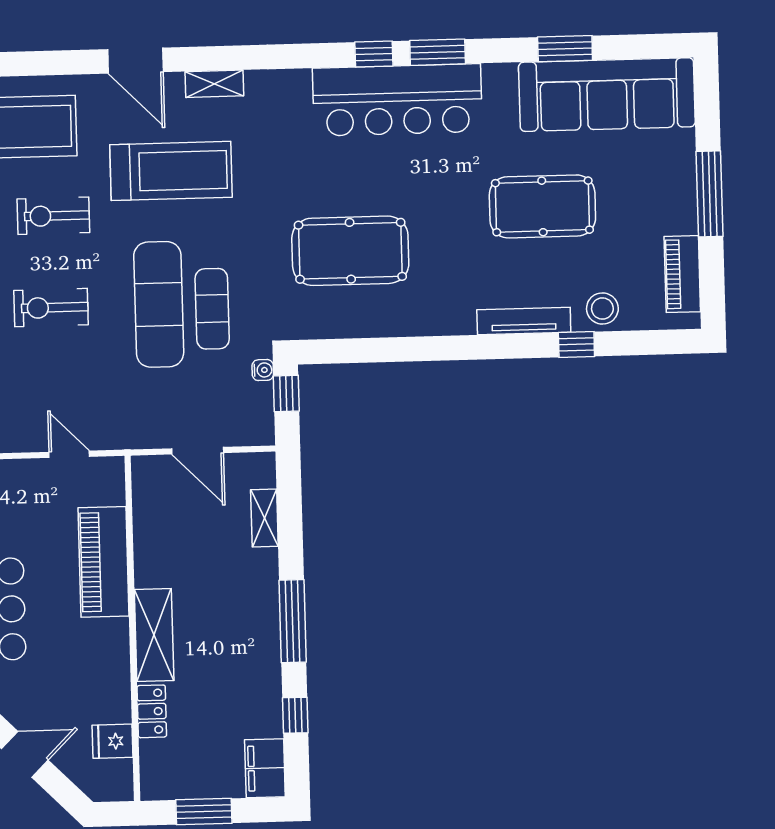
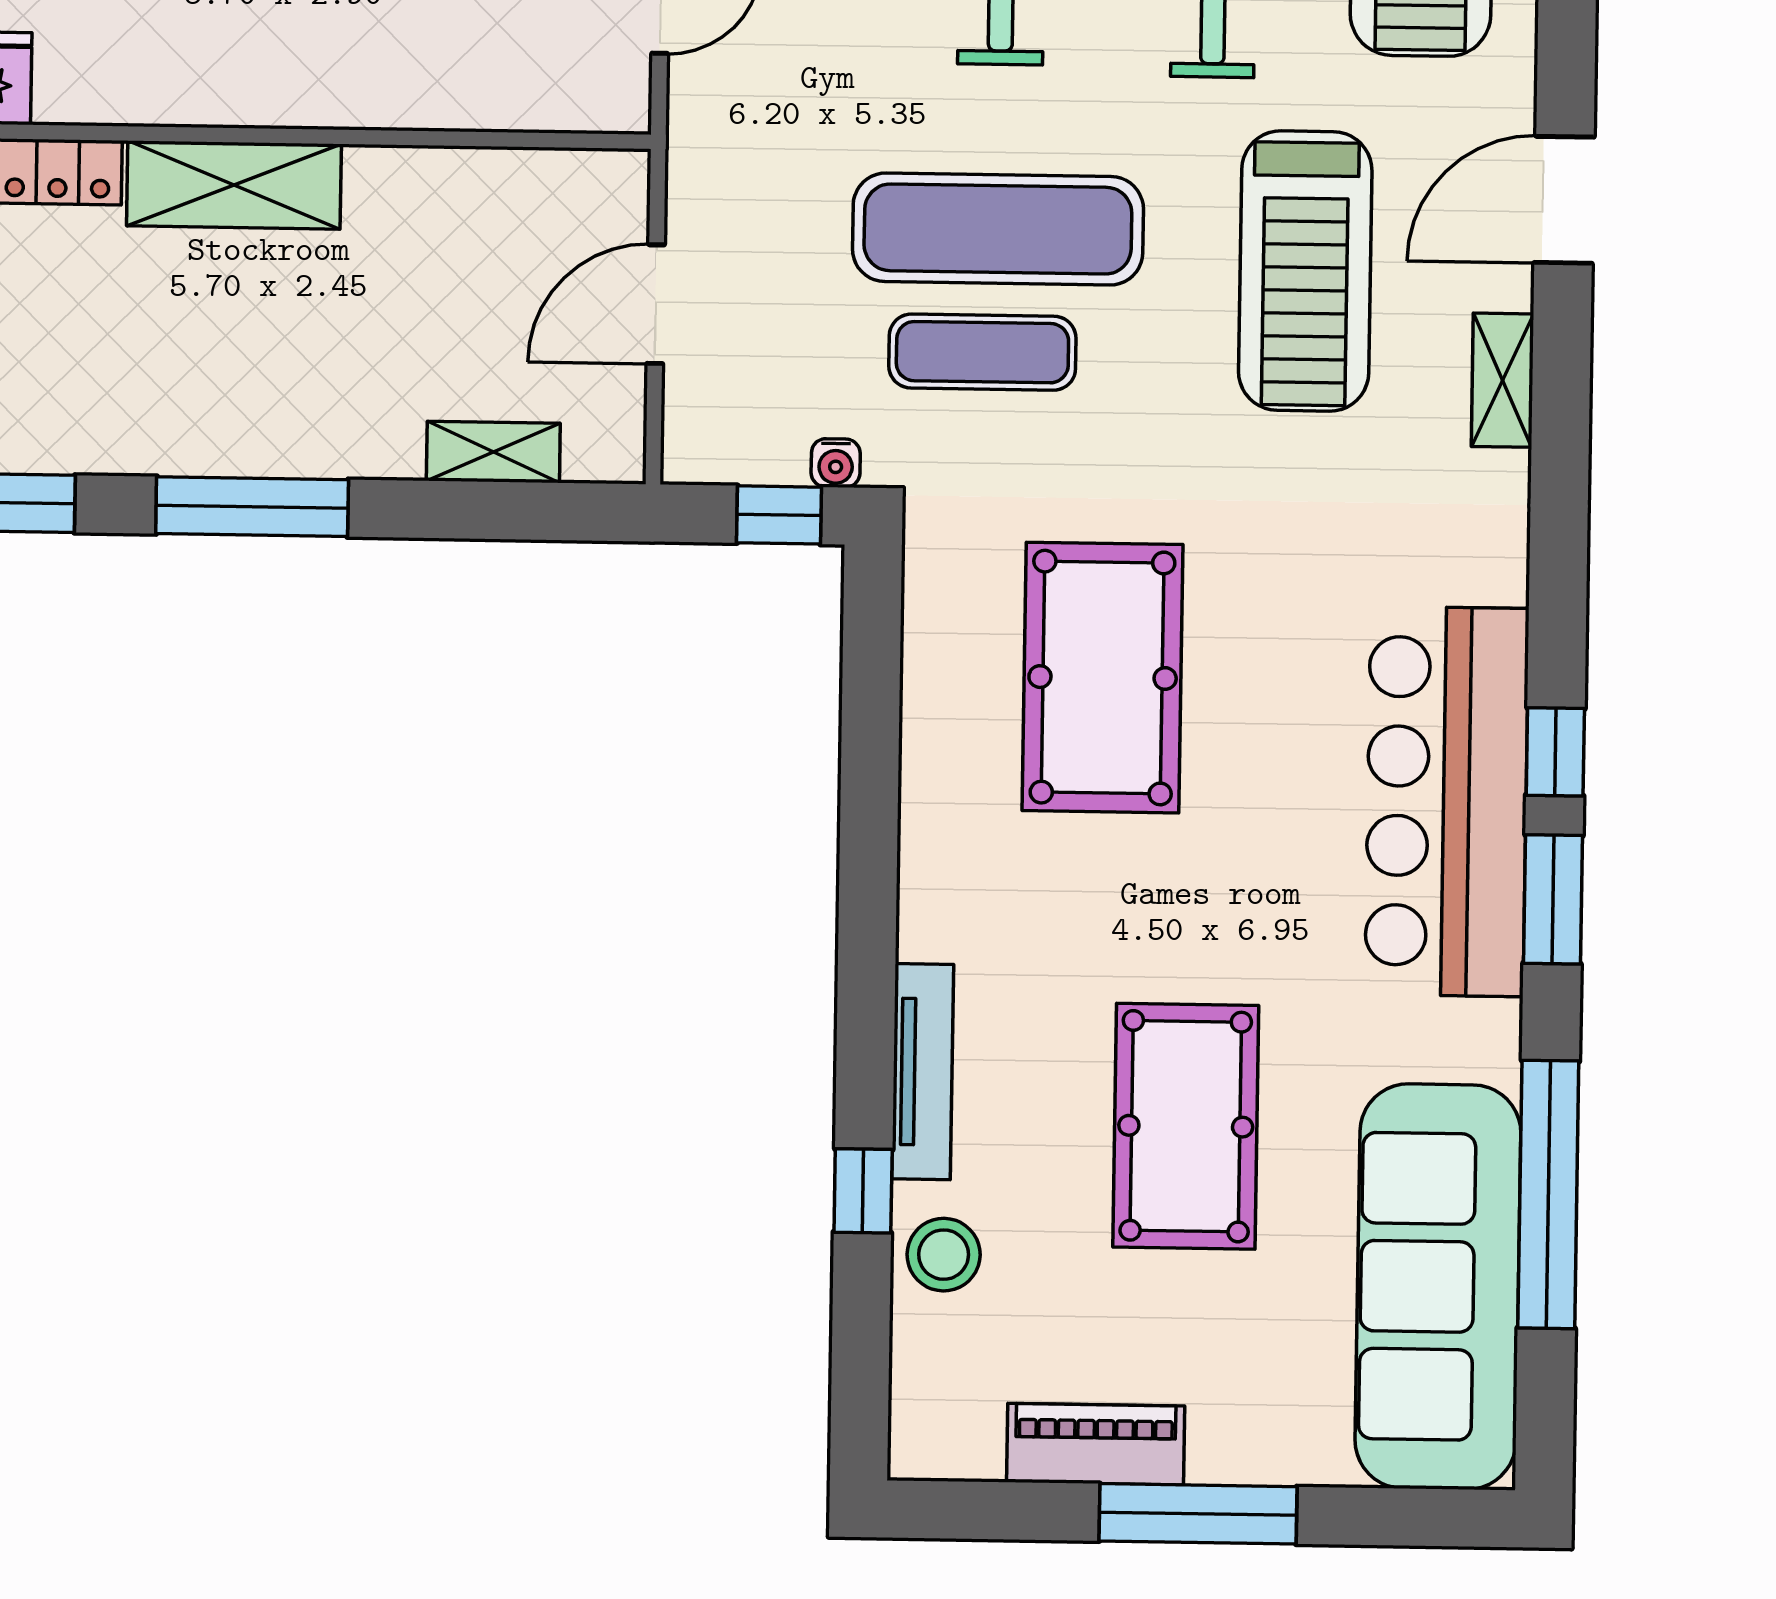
window: (565, 49) -> (1548, 1194), width x2.11
piano: (682, 274) -> (1096, 1444), moved
piano: (104, 562) -> (408, 75), removed

